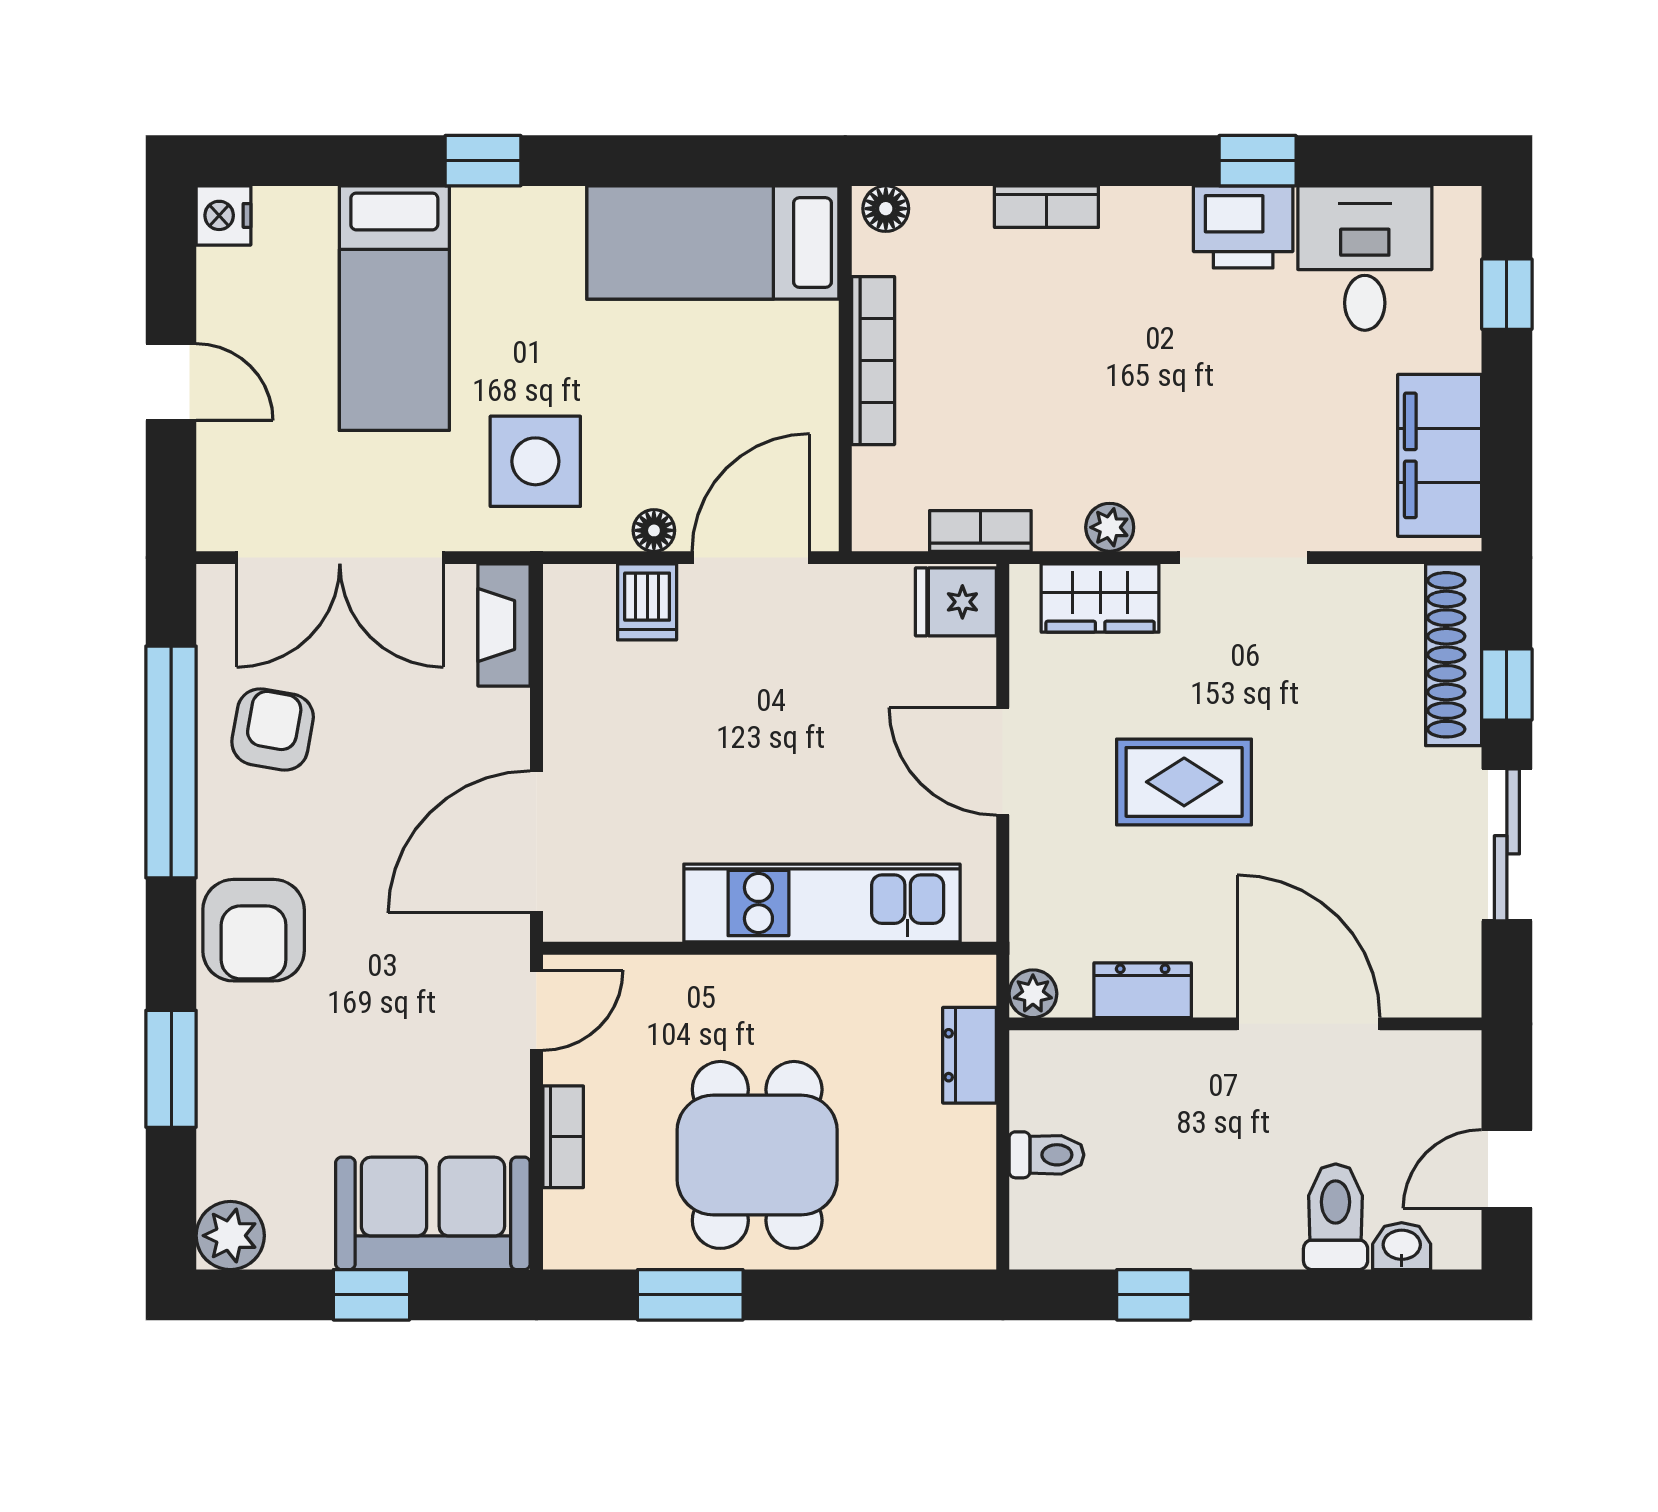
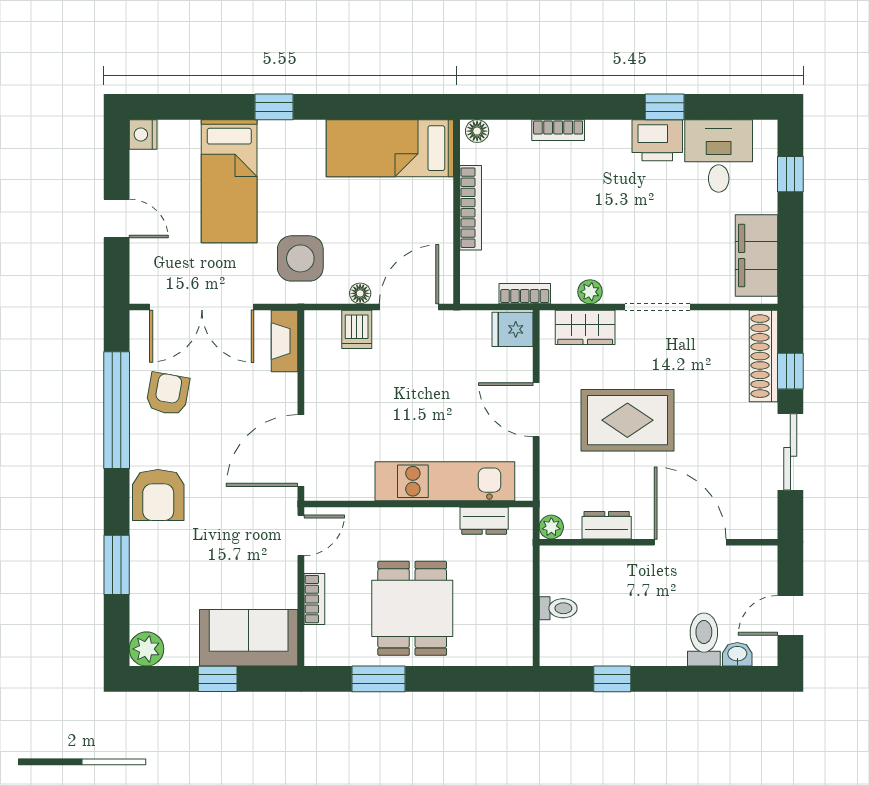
rug: (1184, 782) -> (627, 420), width x1.36, depth x1.43
dresser: (970, 1055) -> (484, 521), moved, turned -90

